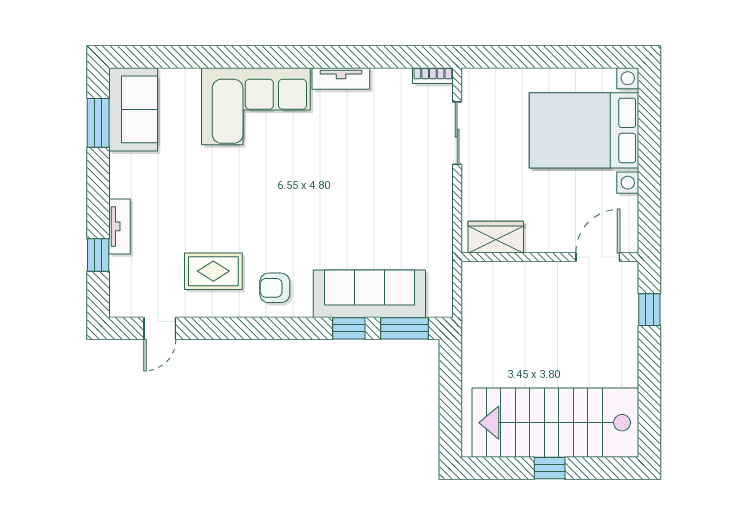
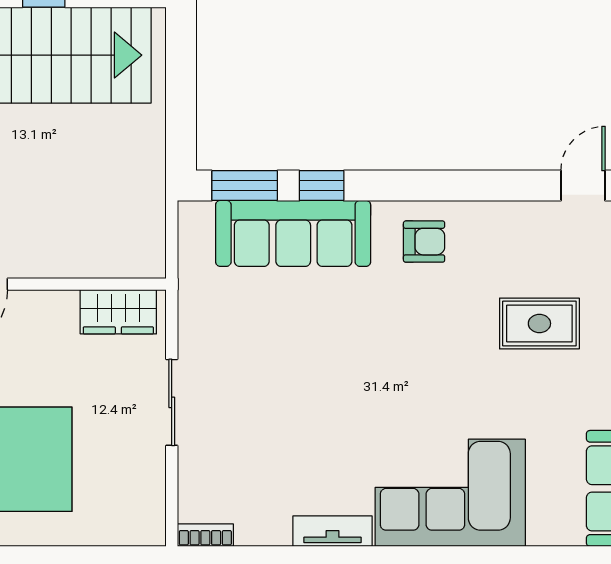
sliding door: (457, 133) -> (172, 402), moved
rug: (213, 271) -> (539, 323), moved

